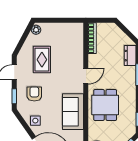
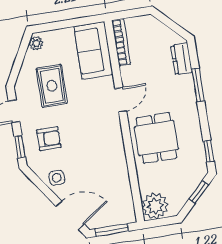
armchair: (34, 94) -> (49, 139), turned 90
sofa: (73, 112) -> (93, 50), moved

